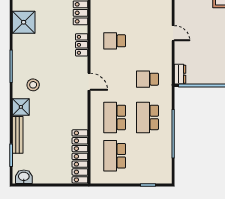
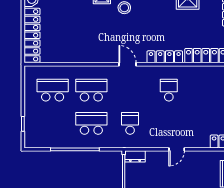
locker: (82, 45) -> (165, 57), width x1.53
door: (89, 82) -> (128, 64), swing flipped
locker: (80, 156) -> (32, 35), moved, turned 90

